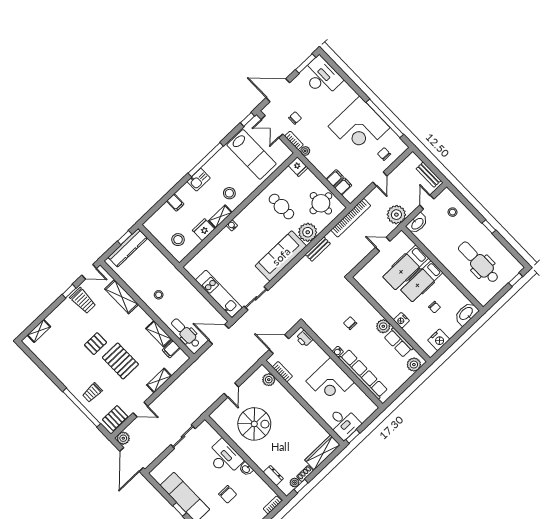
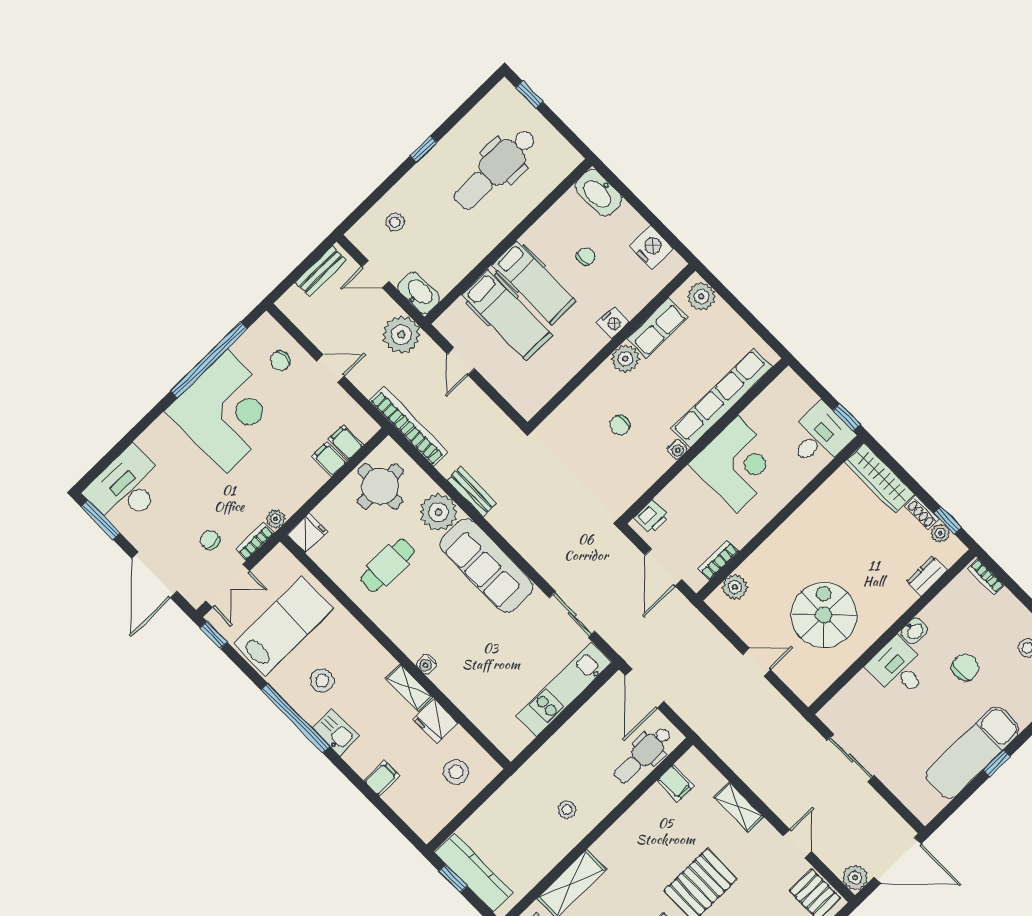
stool: (229, 193) -> (322, 681), moved
shelving: (159, 334) -> (645, 808), removed
desk: (224, 458) -> (898, 668), width x0.73

